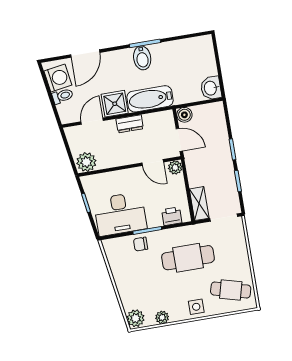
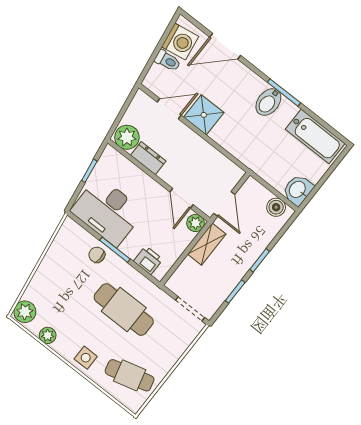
bathtub: (150, 99) -> (315, 136), moved, turned 180
boiler: (184, 115) -> (276, 207), moved
dresser: (130, 124) -> (148, 158), moved, turned 180
shelving: (199, 204) -> (207, 244), moved
cafe table: (231, 290) -> (130, 375), turned -30

